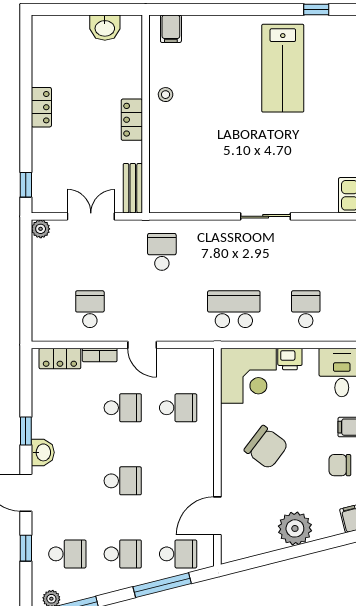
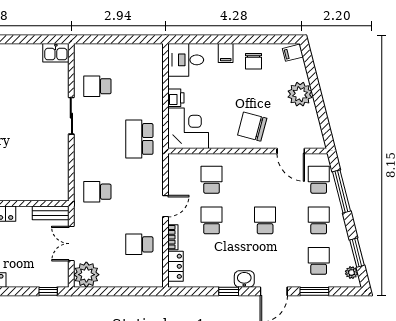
plant: (41, 229) -> (86, 275), width x1.87, depth x1.87
school desk: (306, 309) -> (97, 86), moved
chair: (266, 447) -> (252, 127), moved, turned -112
window: (26, 548) -> (314, 291), width x1.50

